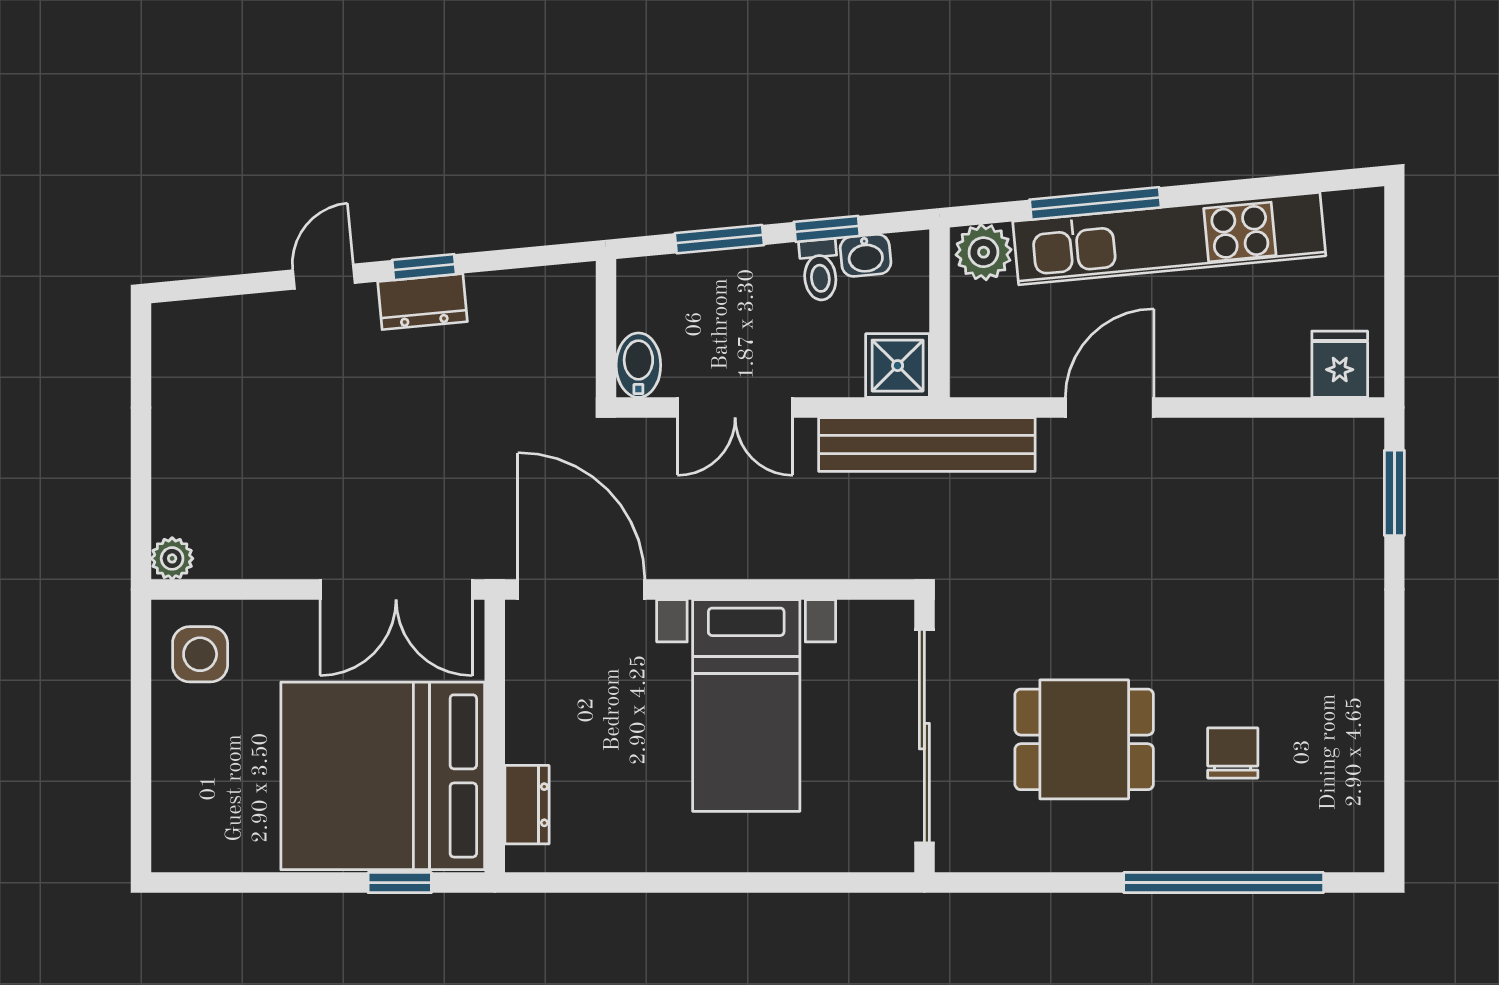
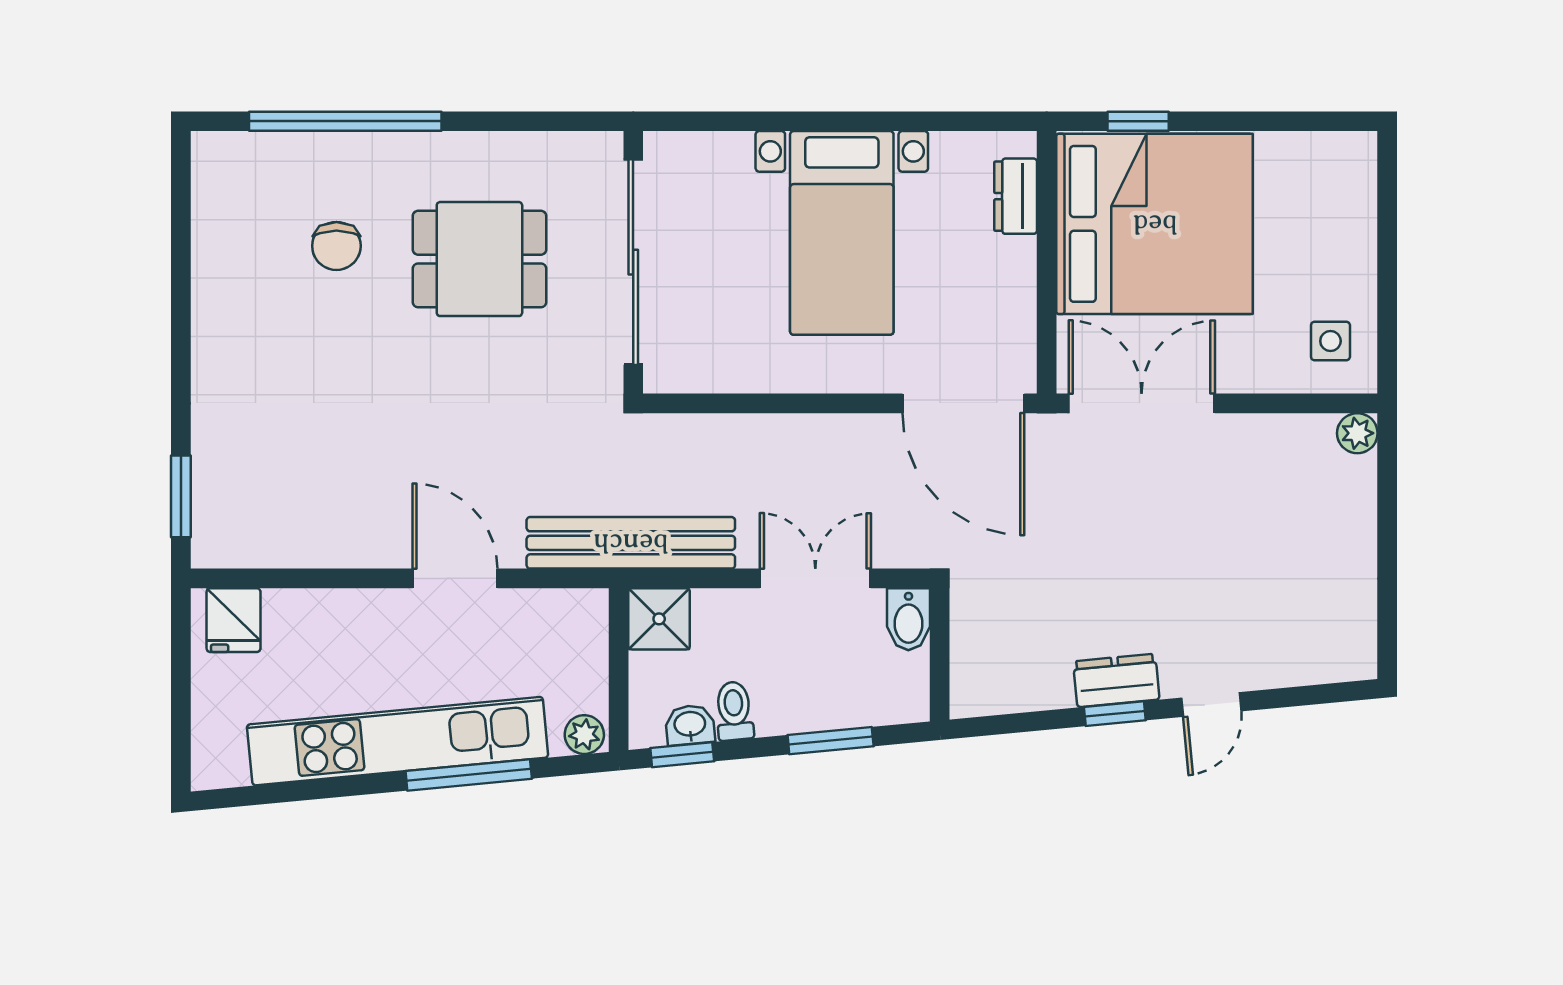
window: (827, 229) -> (682, 755), moved
plant: (984, 252) -> (584, 735), width x0.73, depth x0.73
door: (1110, 408) -> (455, 578), swing flipped
side table: (200, 654) -> (1330, 341), width x0.73, depth x0.73
bed with nightstands: (746, 705) -> (842, 233), moved, turned 180

